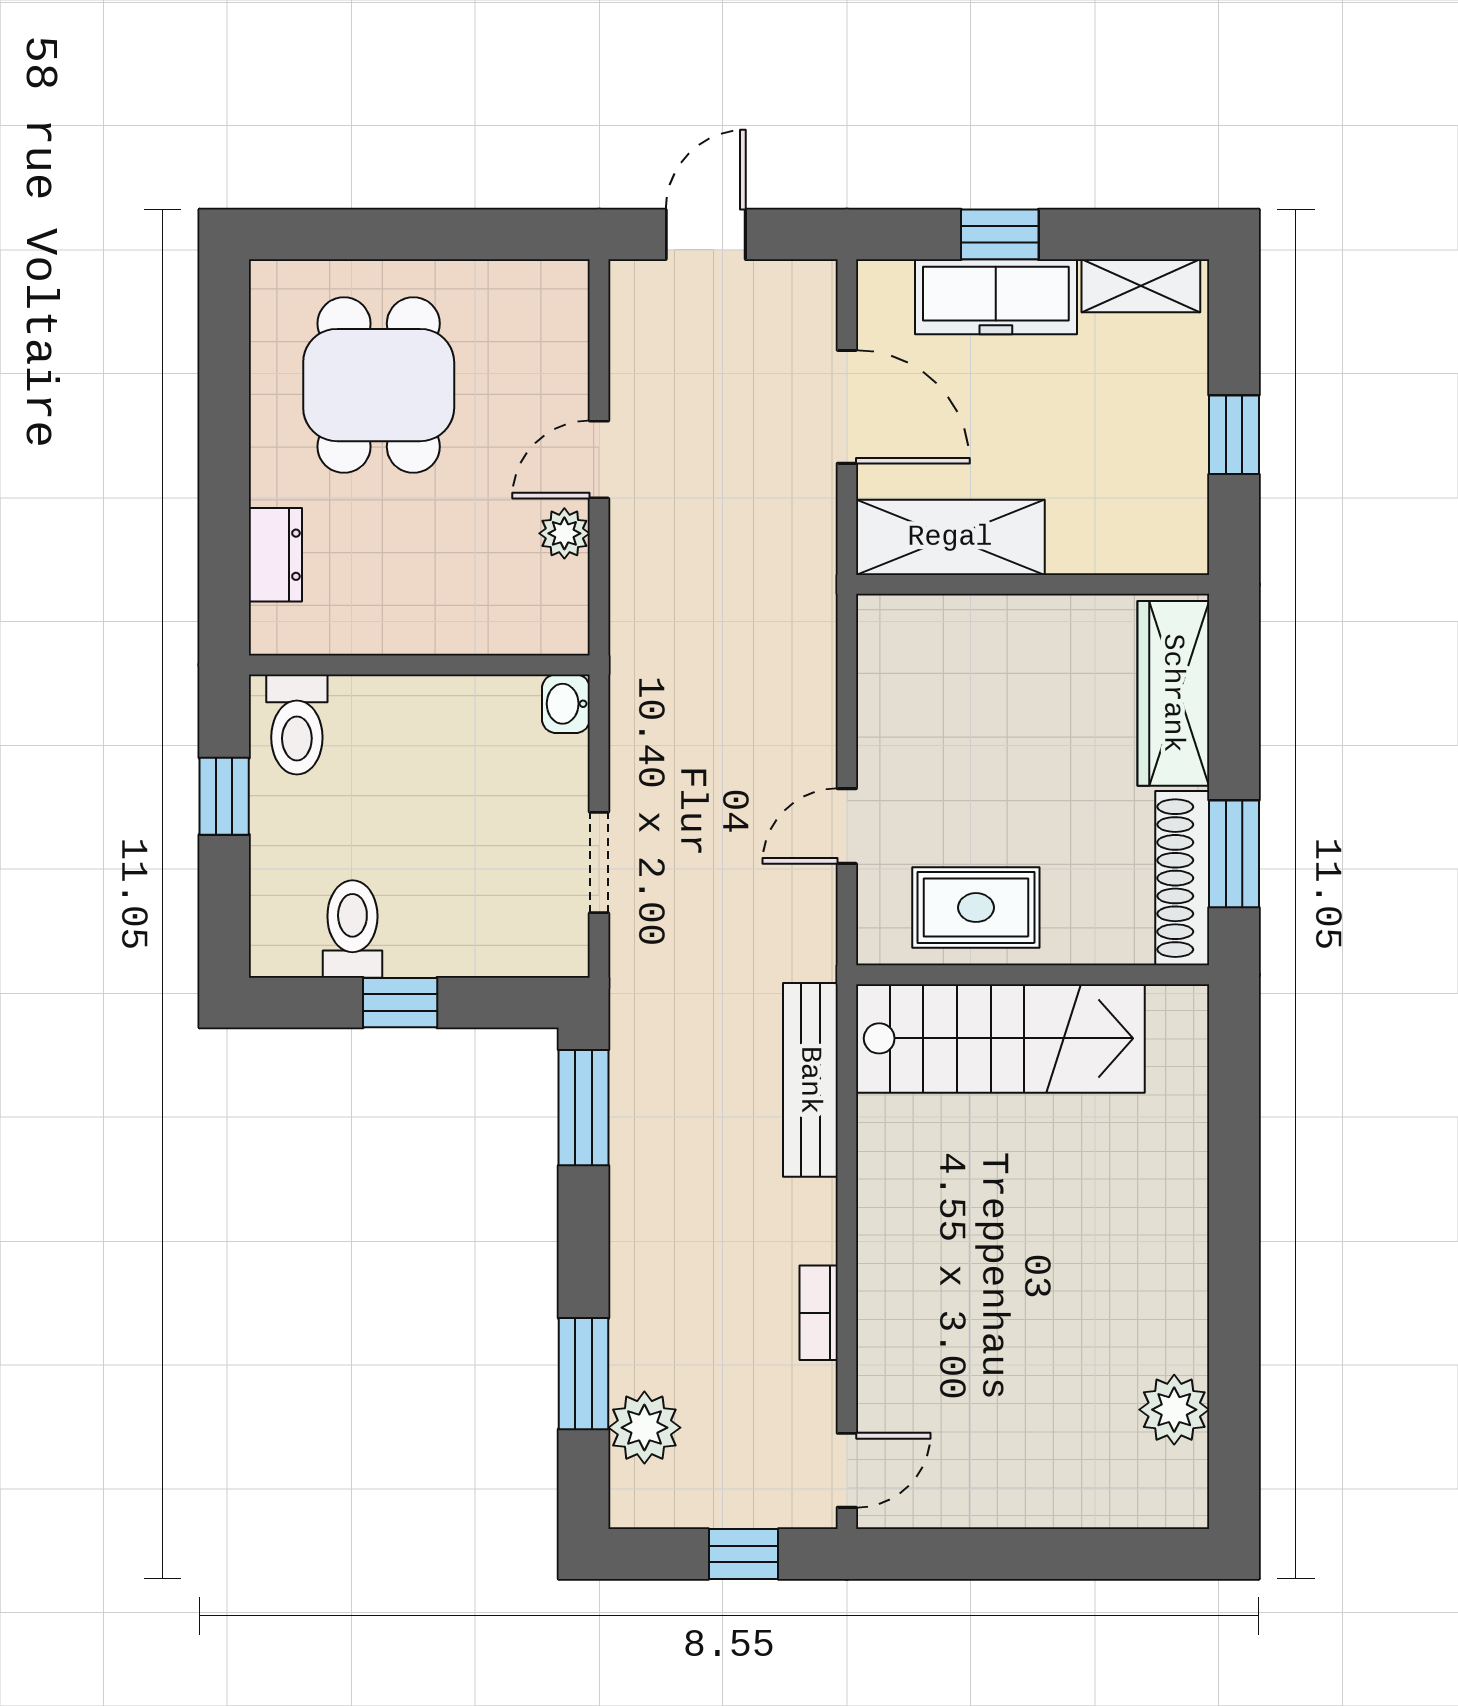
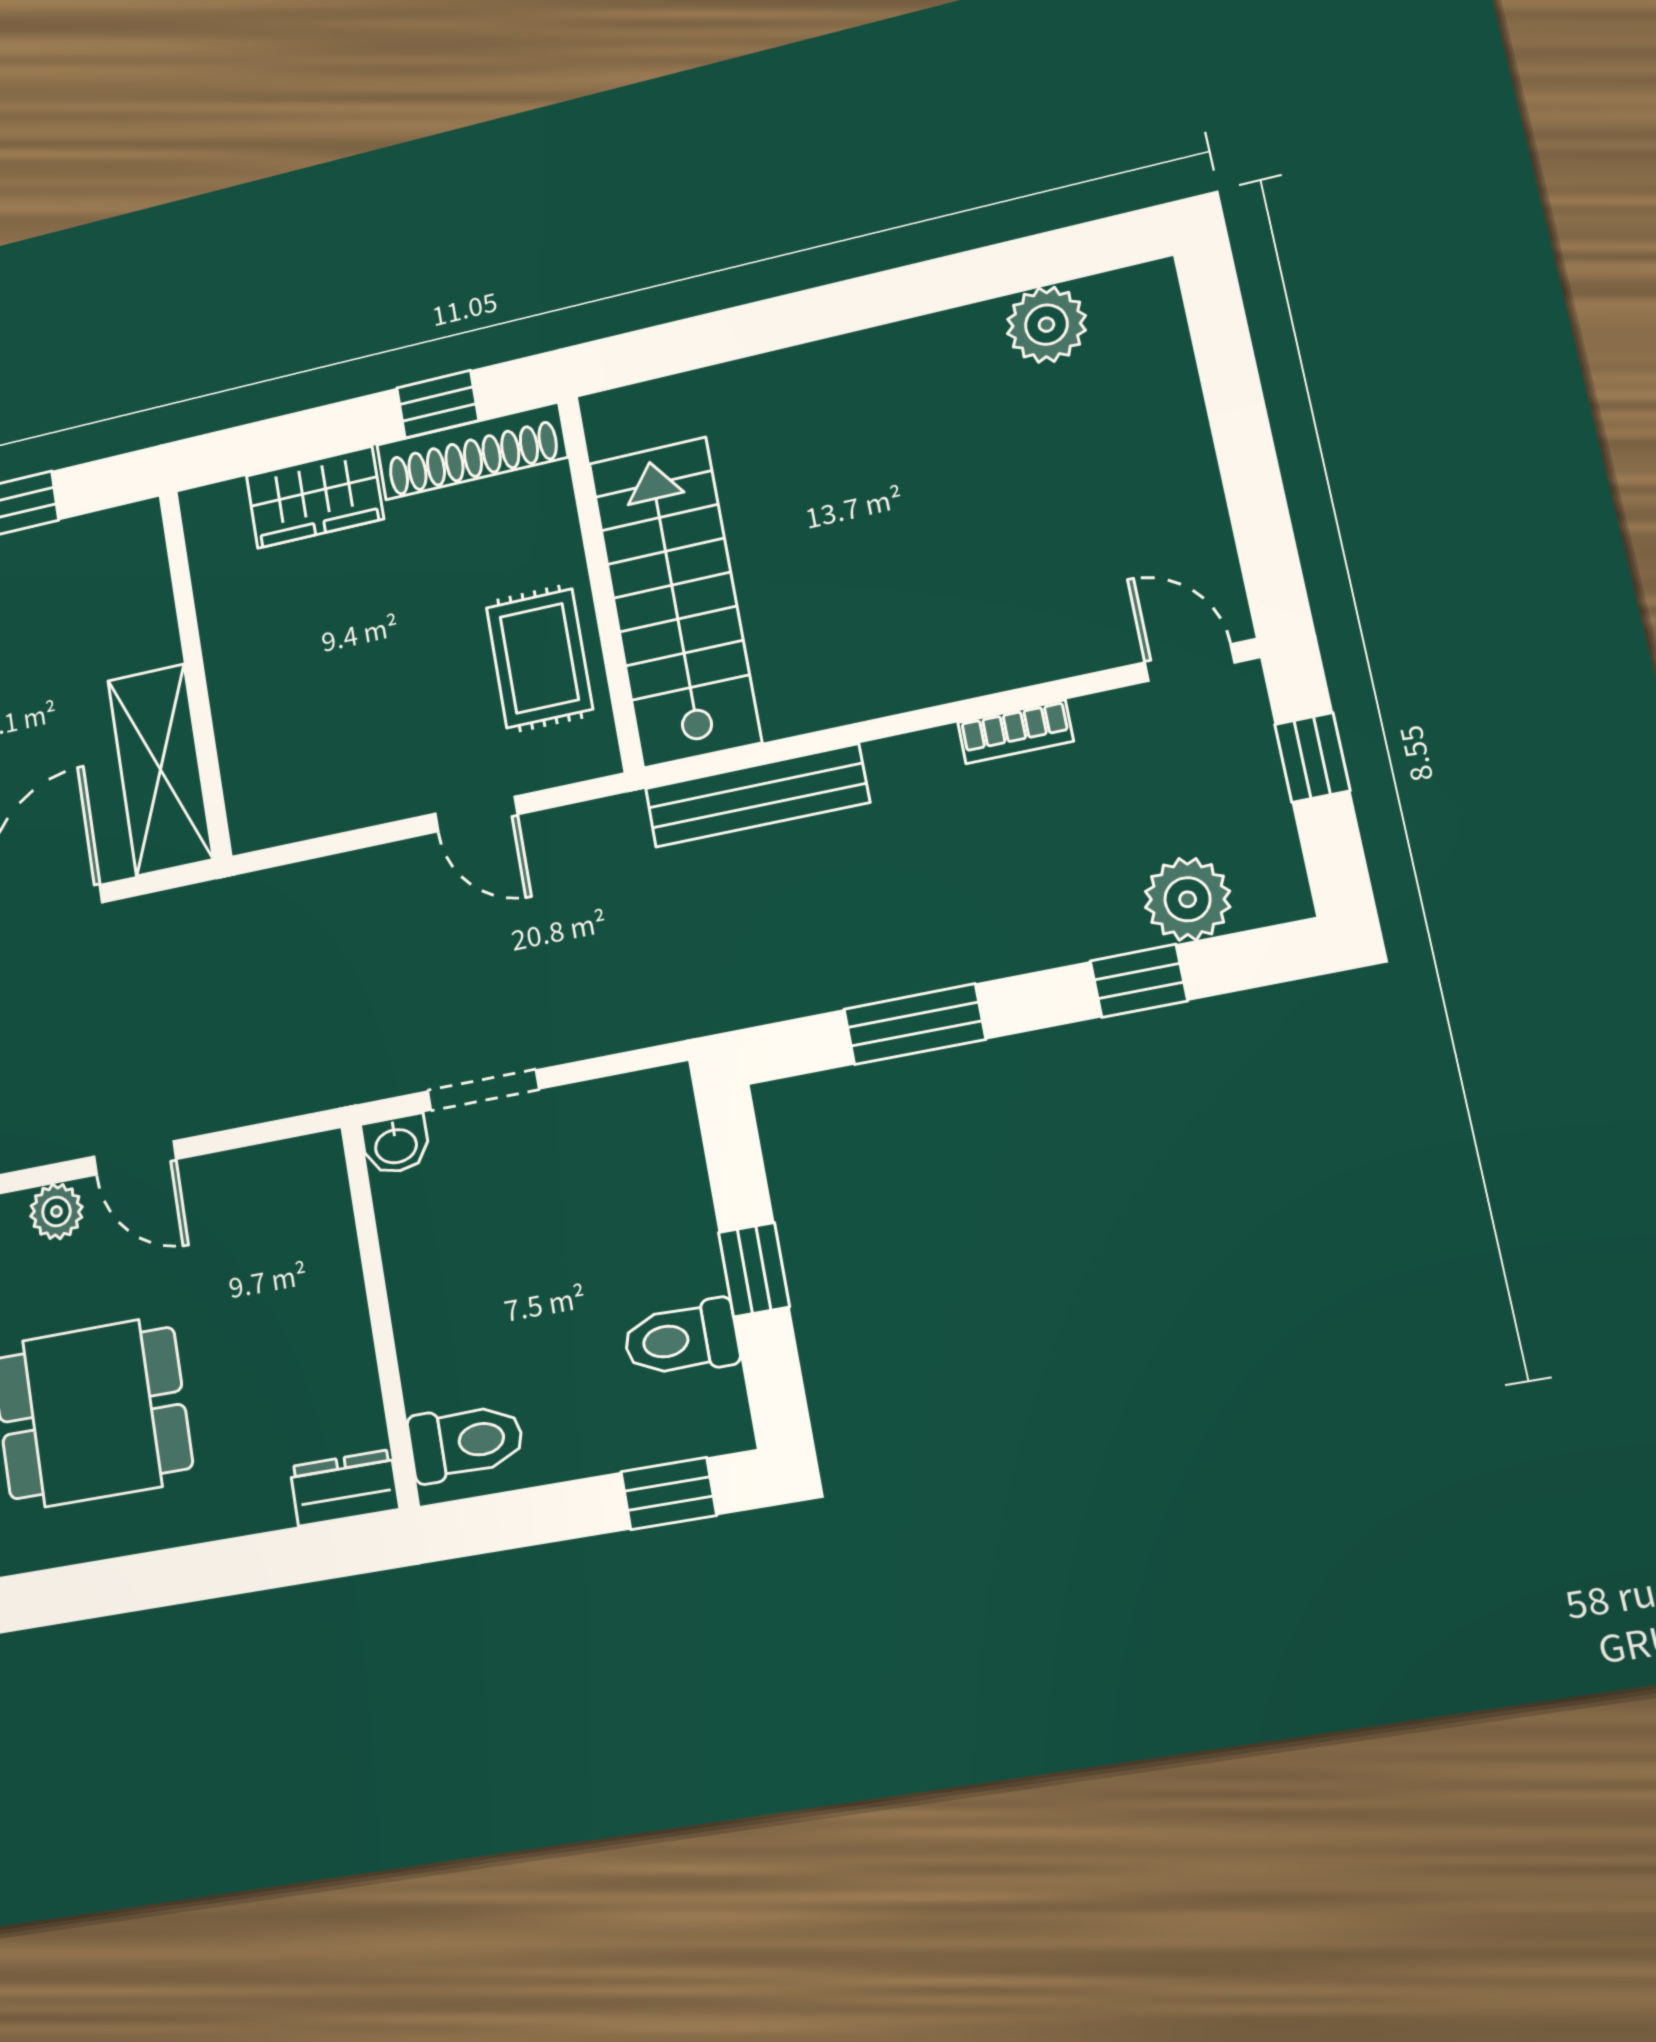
plant: (564, 533) -> (56, 1211), moved
dresser: (275, 555) -> (345, 1488), moved
wardrobe: (1173, 693) -> (315, 497), width x0.67
window: (224, 796) -> (669, 1494), moved
window: (1234, 854) -> (438, 404), width x0.67
doorway: (599, 863) -> (483, 1090), moved
window: (584, 1108) -> (915, 1024), moved
window: (584, 1374) -> (1139, 981), width x0.67

